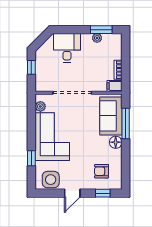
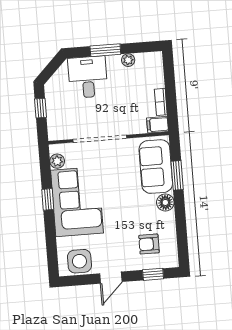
window: (101, 30) -> (105, 50), moved
window: (126, 124) -> (177, 175), width x0.69
window: (31, 158) -> (48, 199), moved

